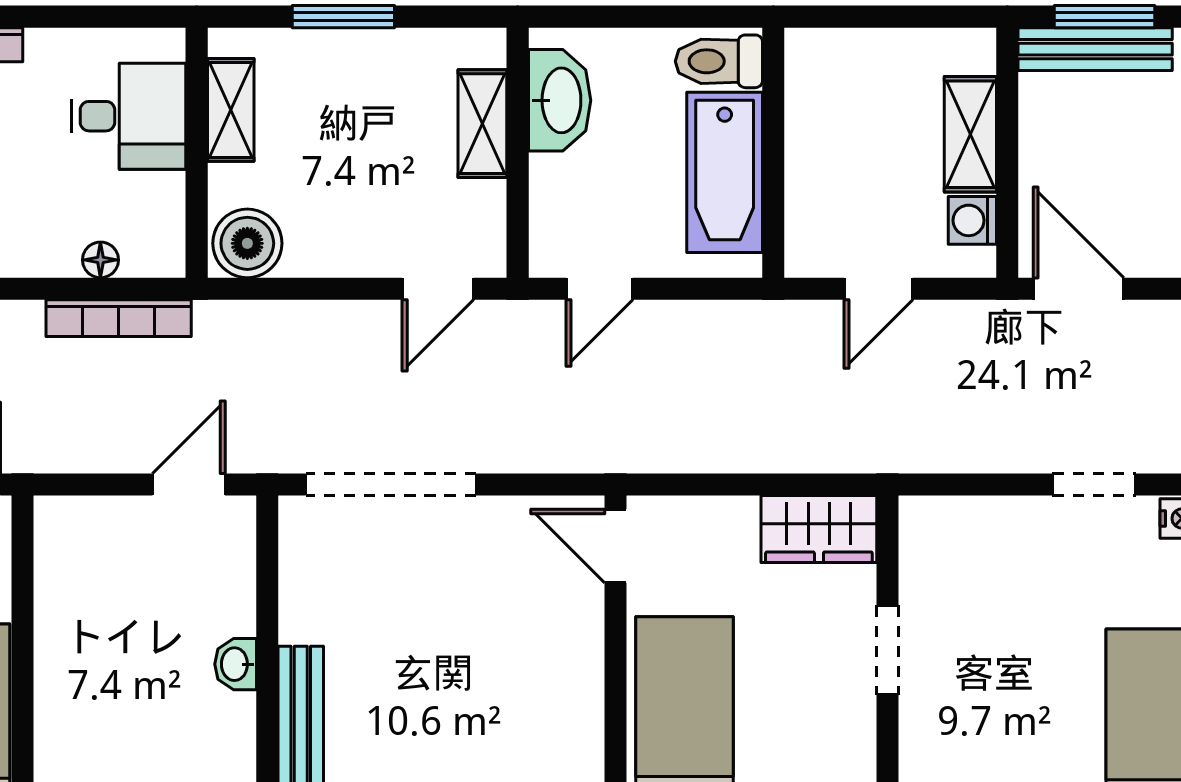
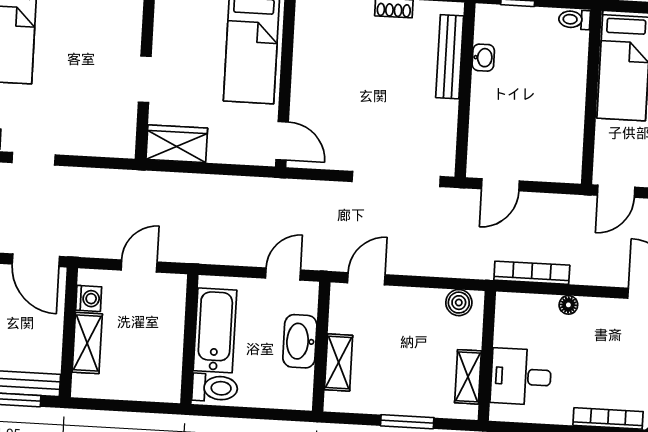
washbasin: (560, 100) -> (300, 341), moved
boiler: (247, 243) -> (459, 303), width x0.73, depth x0.73
floor lamp: (100, 260) -> (568, 305), moved
washbasin: (236, 664) -> (483, 58), moved

